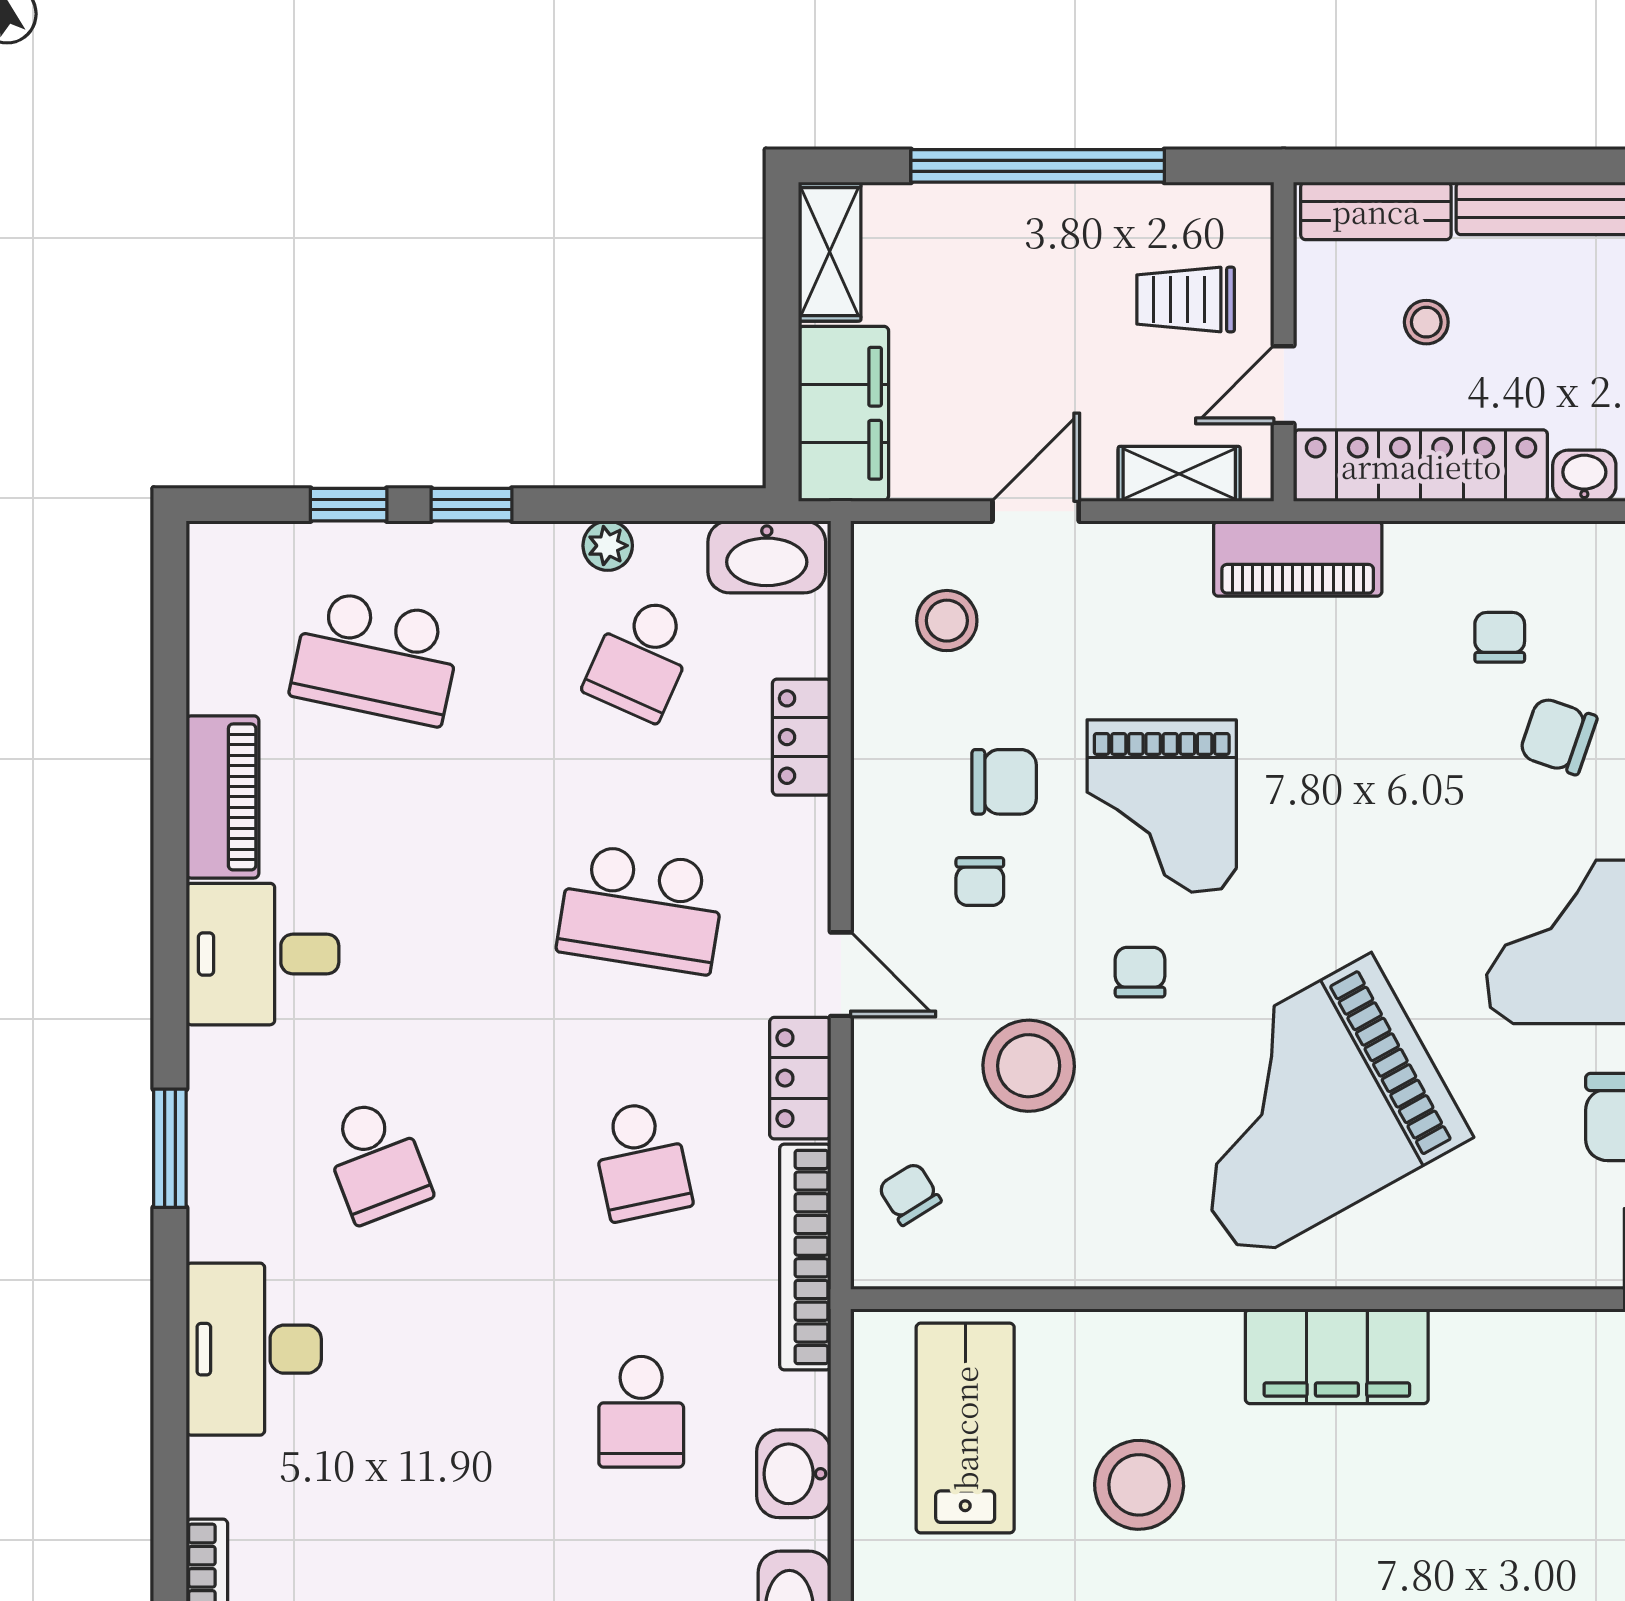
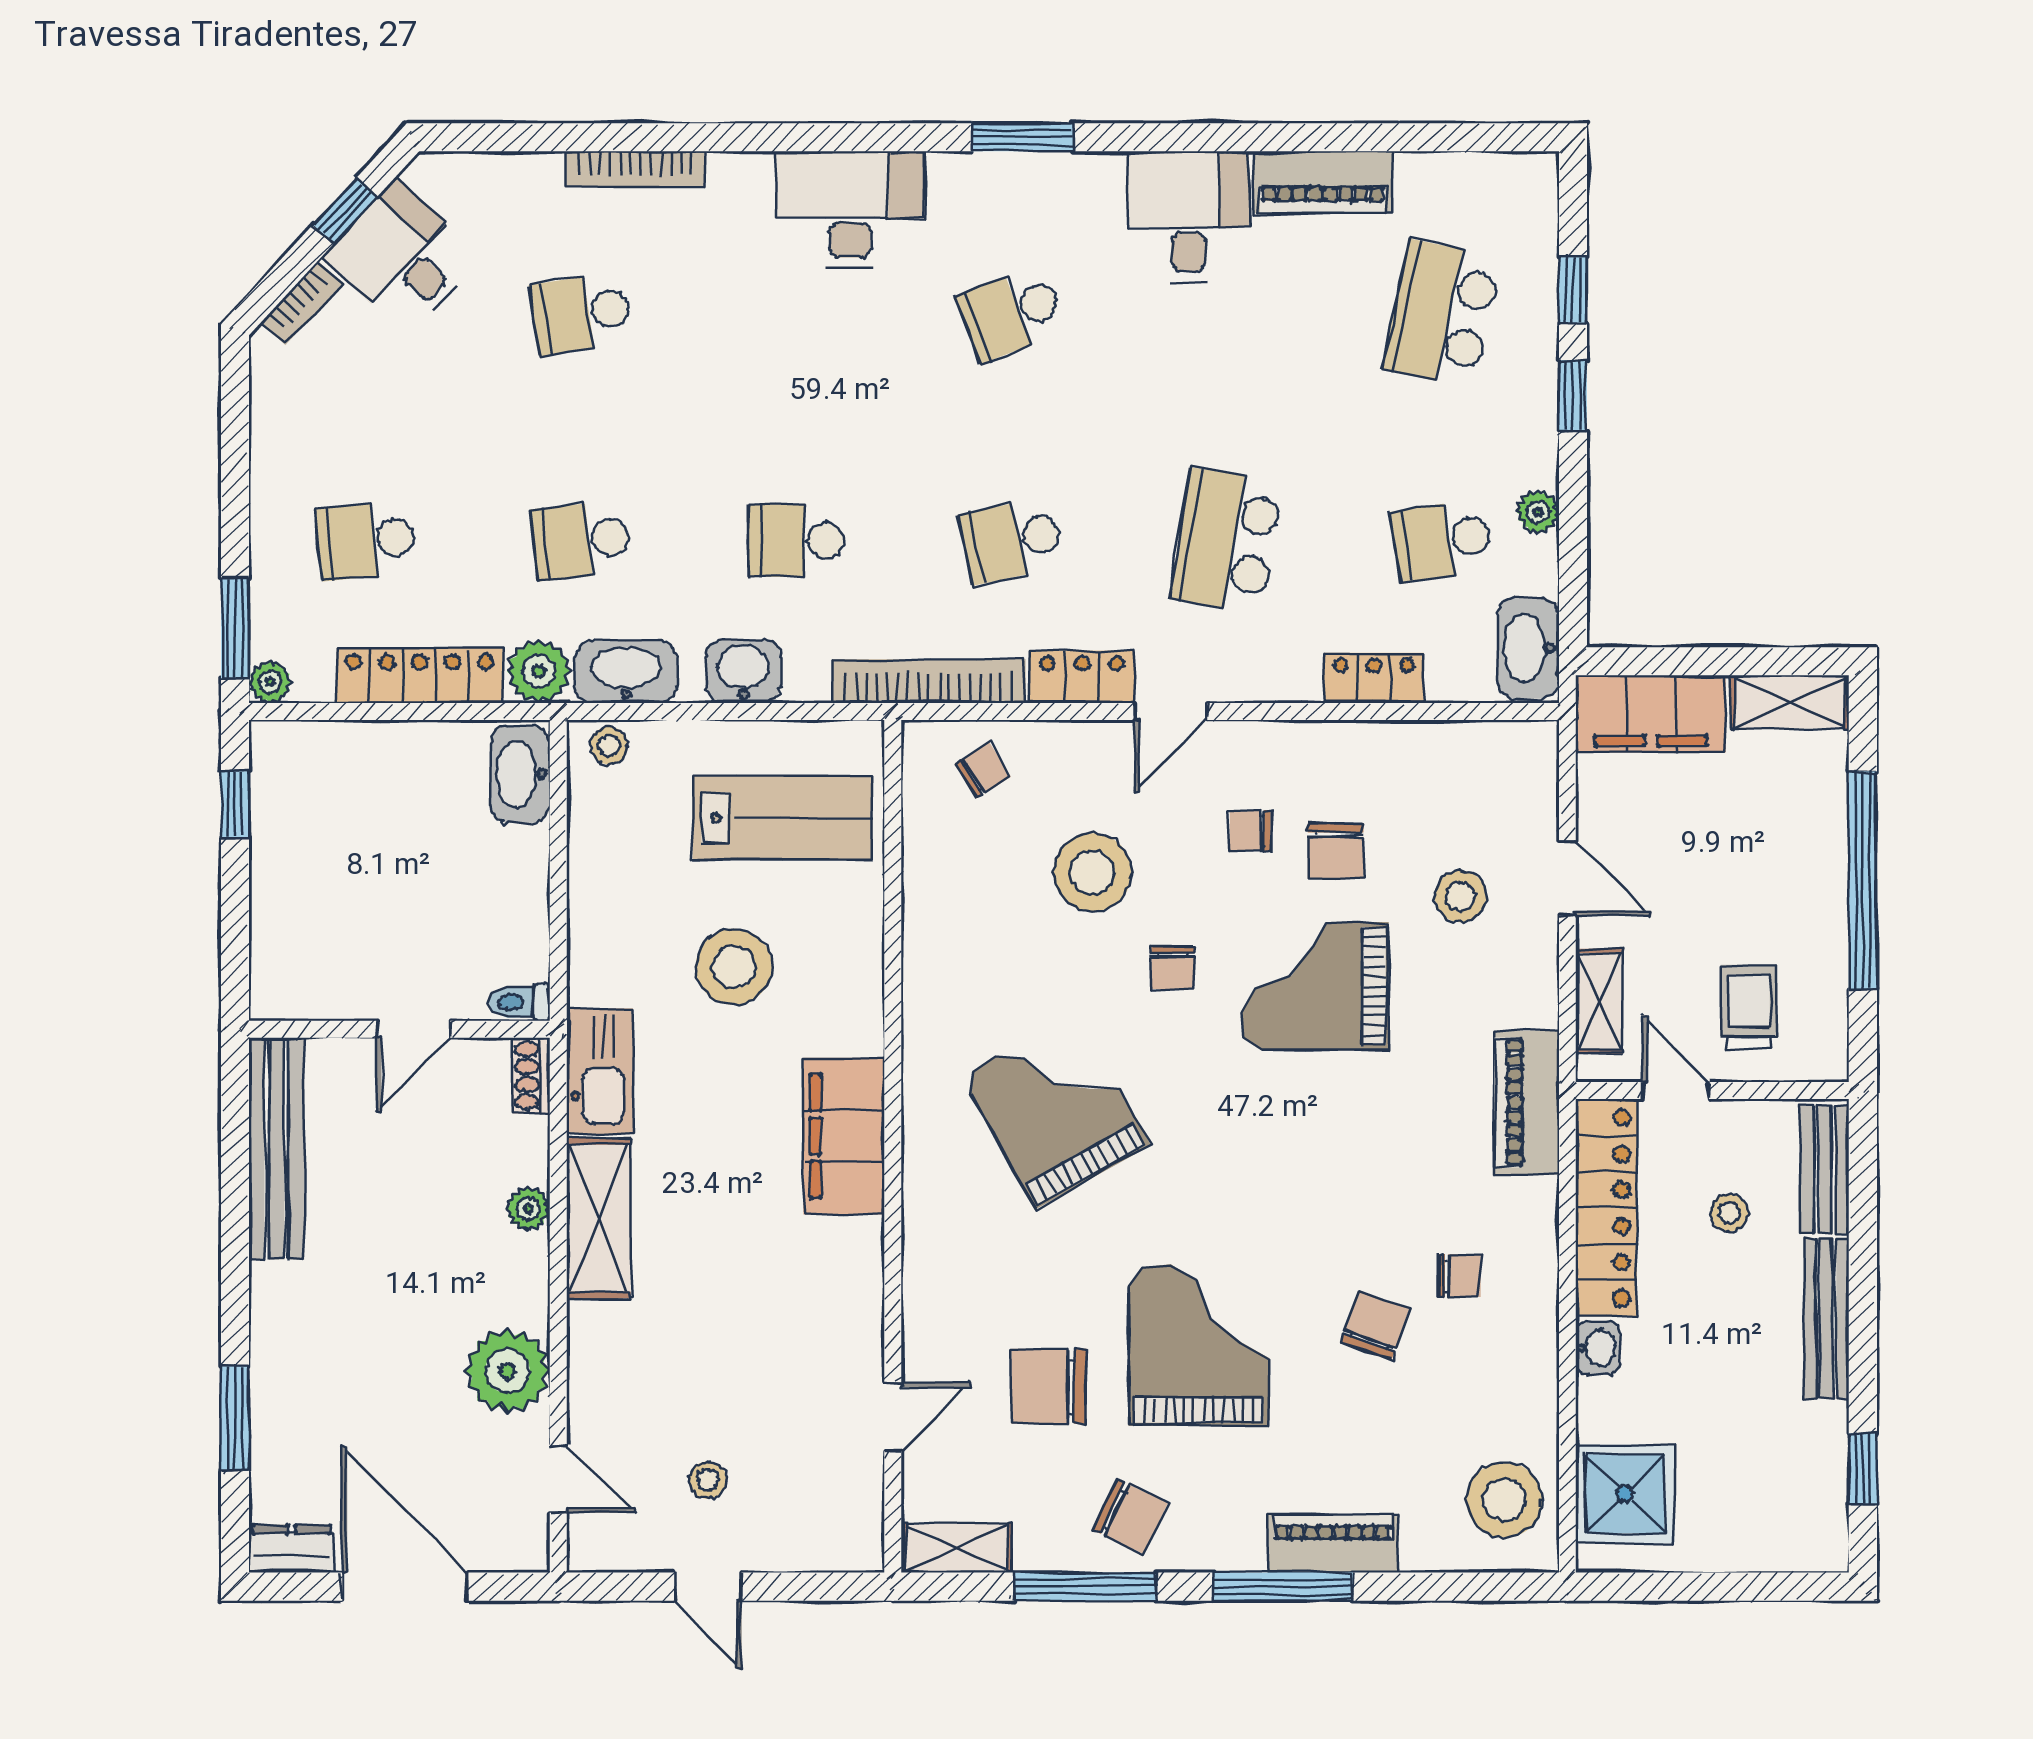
stool: (947, 621) -> (1460, 896), moved
school desk: (641, 658) -> (1442, 541), turned -33
chair: (1140, 972) -> (1173, 968), turned 90
grand piano: (1307, 1109) -> (1056, 1111), width x0.73, depth x0.68

